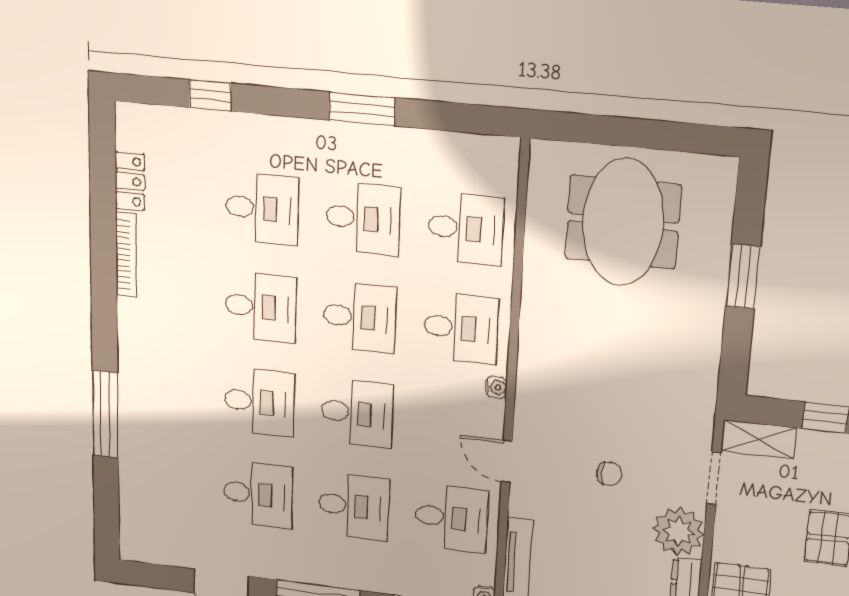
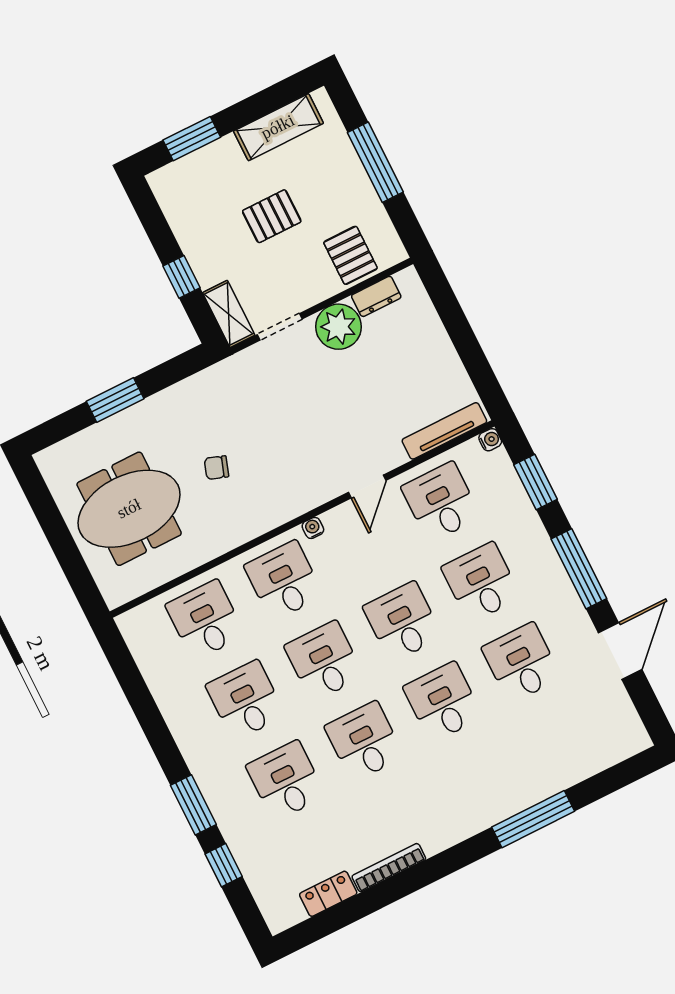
window: (362, 109) -> (193, 805), moved
chair: (609, 474) -> (216, 468), moved, turned -71

